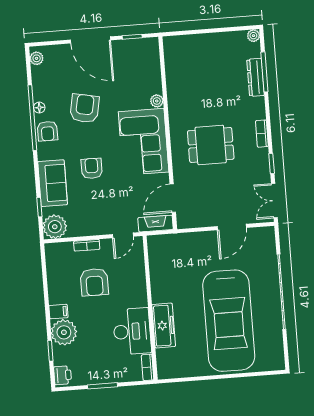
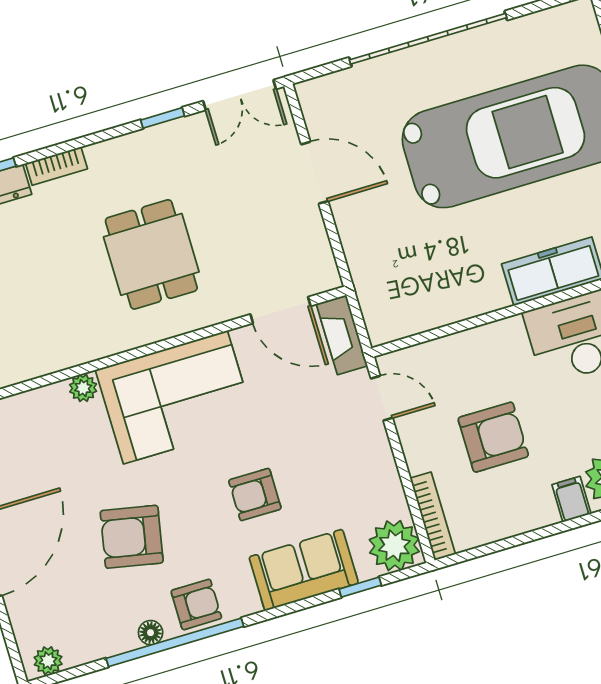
bookcase: (262, 134) -> (57, 166), moved
bookcase: (87, 245) -> (433, 516), moved, width x1.56

